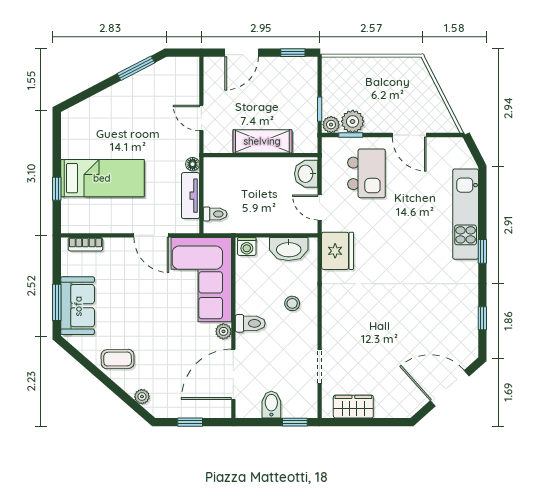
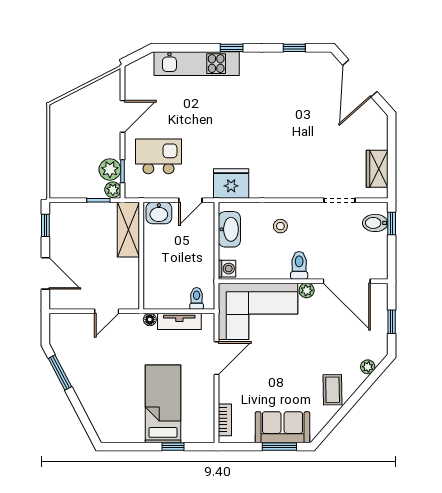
shelving: (262, 141) -> (128, 230), moved
bidet: (271, 405) -> (375, 223), moved

